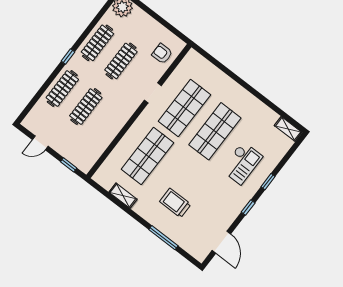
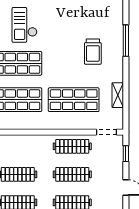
doorway: (153, 93) -> (106, 132), moved
clothes rail: (109, 125) -> (72, 146), added
checkout: (242, 163) -> (25, 25), turned -90

